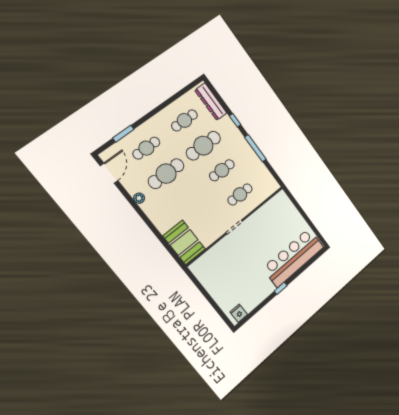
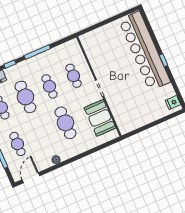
door: (109, 173) -> (31, 178), hinge flipped
cafe table: (166, 174) -> (65, 123), moved
booth: (184, 242) -> (100, 118), moved, turned 90
bar counter: (293, 257) -> (144, 51), width x1.36

